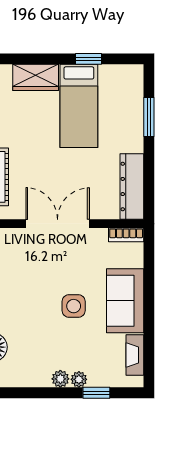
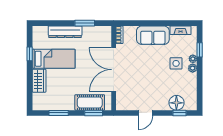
window: (149, 117) -> (85, 23), moved
dresser: (132, 186) -> (65, 32), moved
double door: (58, 224) -> (114, 70), width x1.36
side table: (74, 306) -> (176, 63), moved

